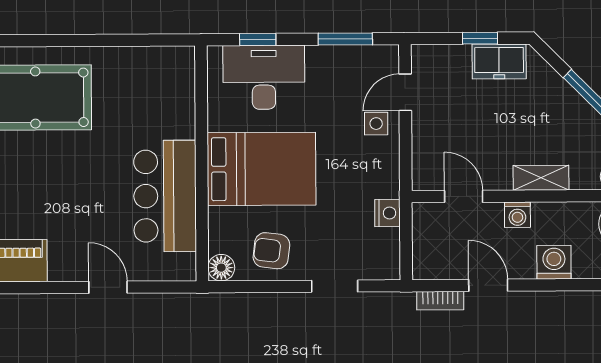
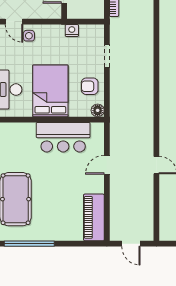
armchair: (271, 251) -> (90, 86), turned 83

